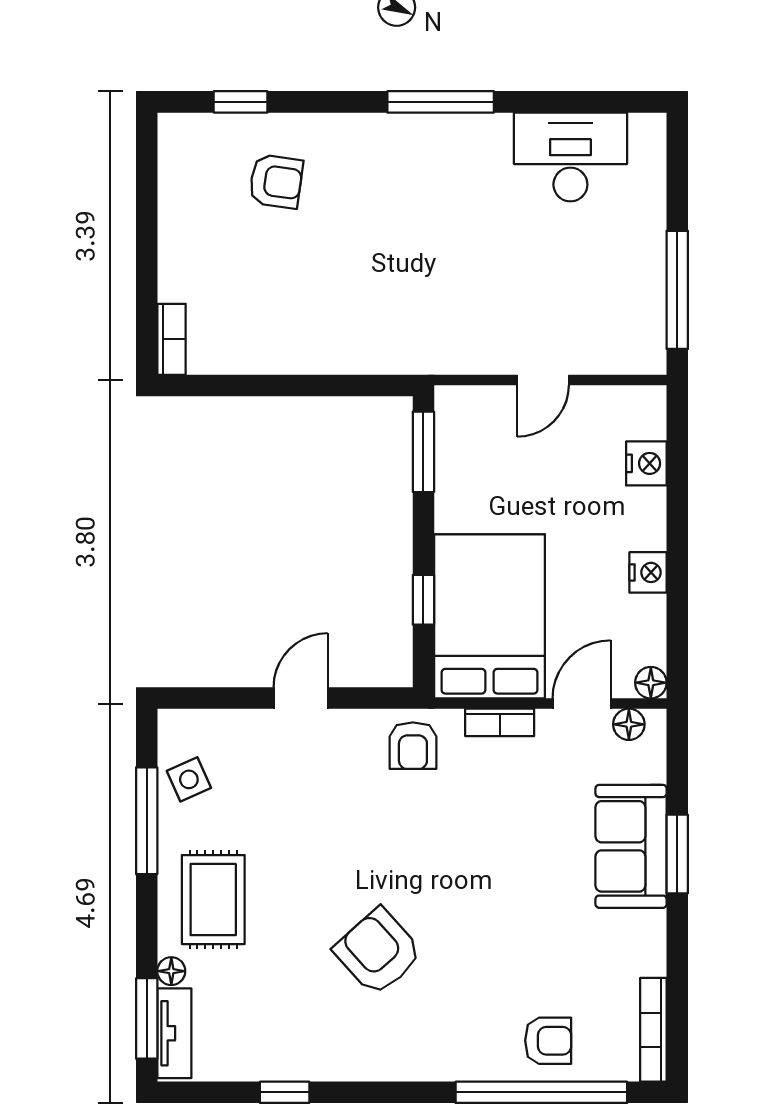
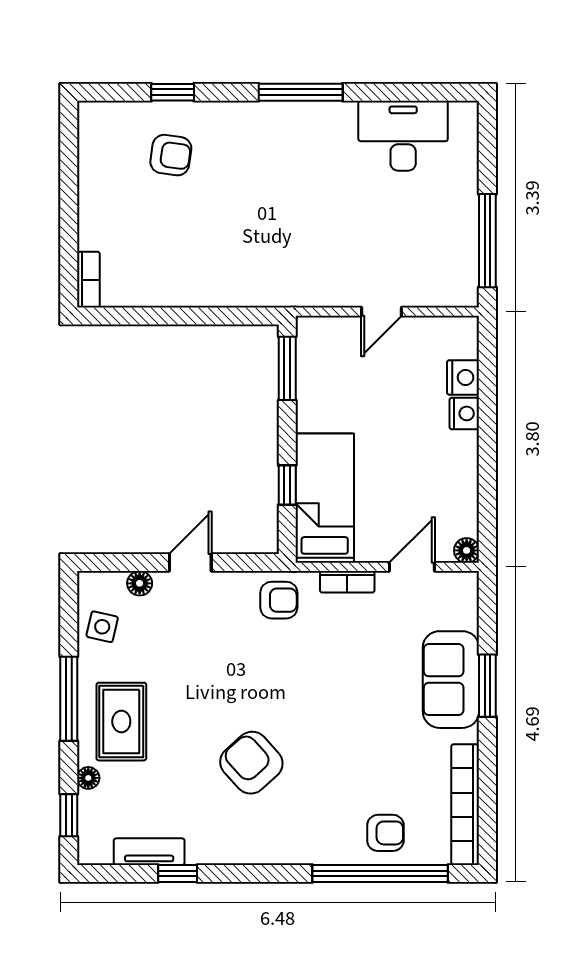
window: (241, 102) -> (173, 92), moved
nightstand: (648, 572) -> (464, 413), moved
bed: (489, 616) -> (325, 498), width x0.67
floor lamp: (629, 724) -> (140, 583), moved
armchair: (413, 746) -> (279, 600), turned -90
side table: (189, 779) -> (102, 627), turned 37
window: (147, 821) -> (69, 699), moved
window: (147, 1018) -> (69, 815), width x0.67
bookcase: (653, 1030) -> (465, 805), width x1.48, depth x1.31
tv unit: (174, 1033) -> (149, 852), moved, turned -90

